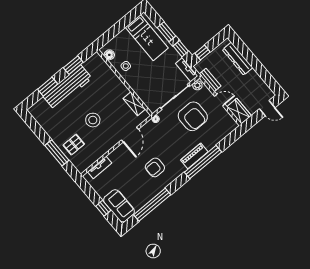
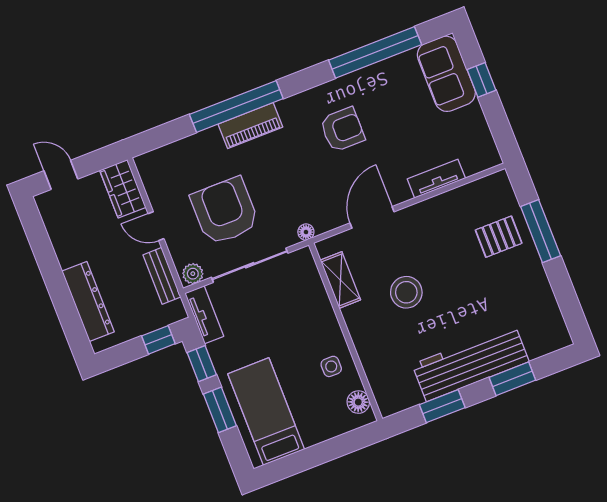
stool: (93, 120) -> (406, 292), moved
tv unit: (100, 167) -> (436, 179), moved

